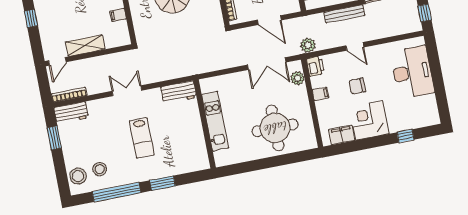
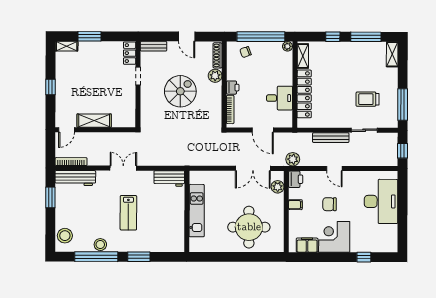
filing cabinet: (118, 15) -> (129, 99), removed
workbench: (71, 113) -> (75, 178), width x1.37
stool: (100, 169) -> (100, 245), moved

